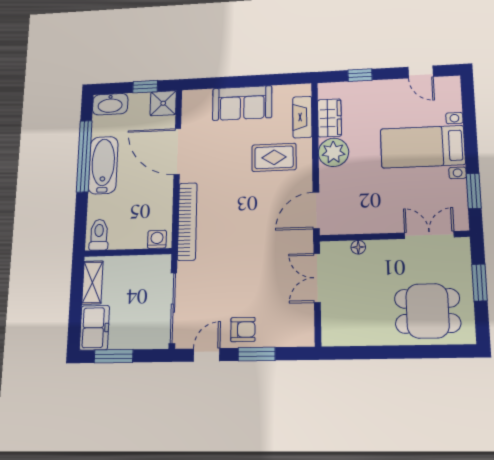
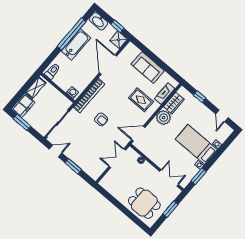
armchair: (243, 330) -> (101, 119), moved

